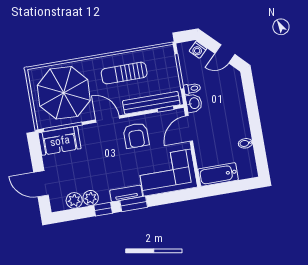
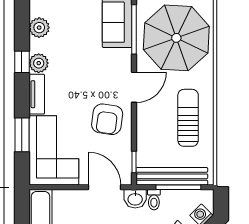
bench: (151, 103) -> (172, 176), moved, turned 90
armchair: (136, 136) -> (107, 119), turned -82
plant: (91, 198) -> (39, 63), moved
window: (134, 204) -> (22, 135), moved

